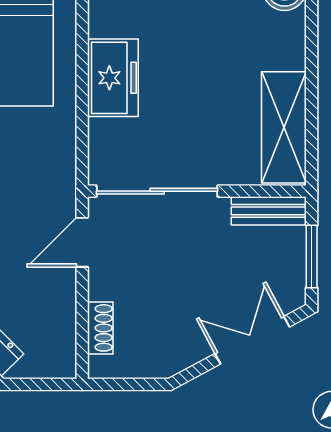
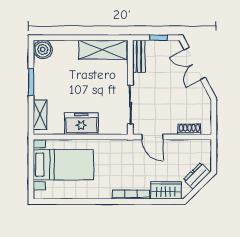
sliding door: (157, 191) -> (130, 105), width x0.73
window: (312, 257) -> (159, 38), width x0.67

